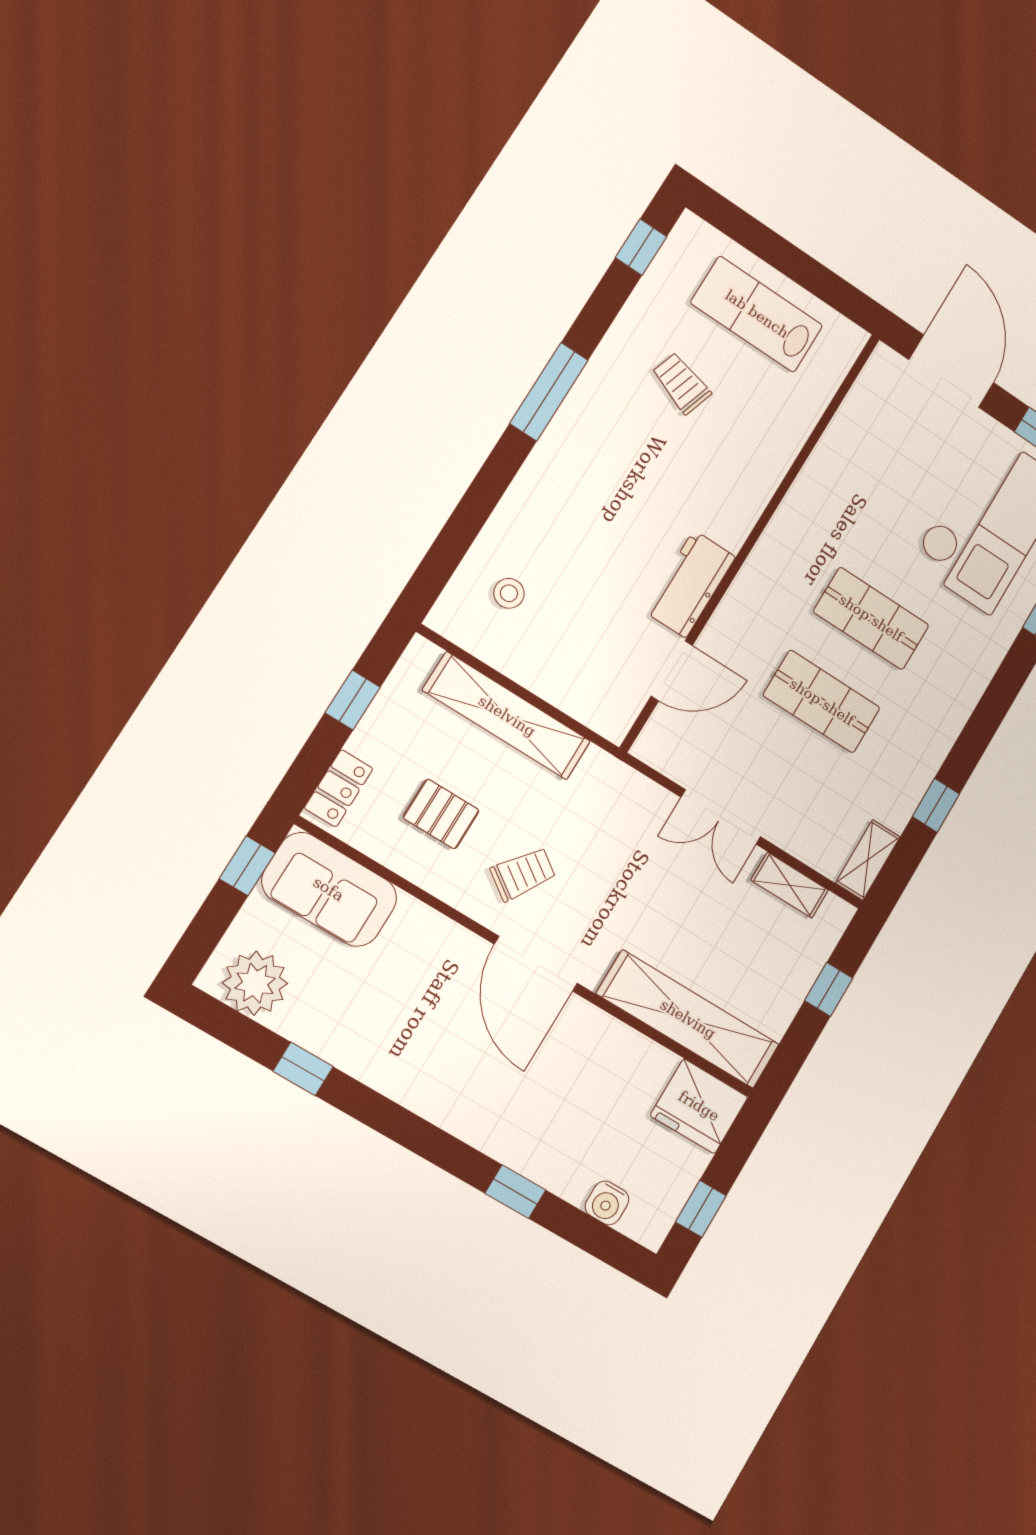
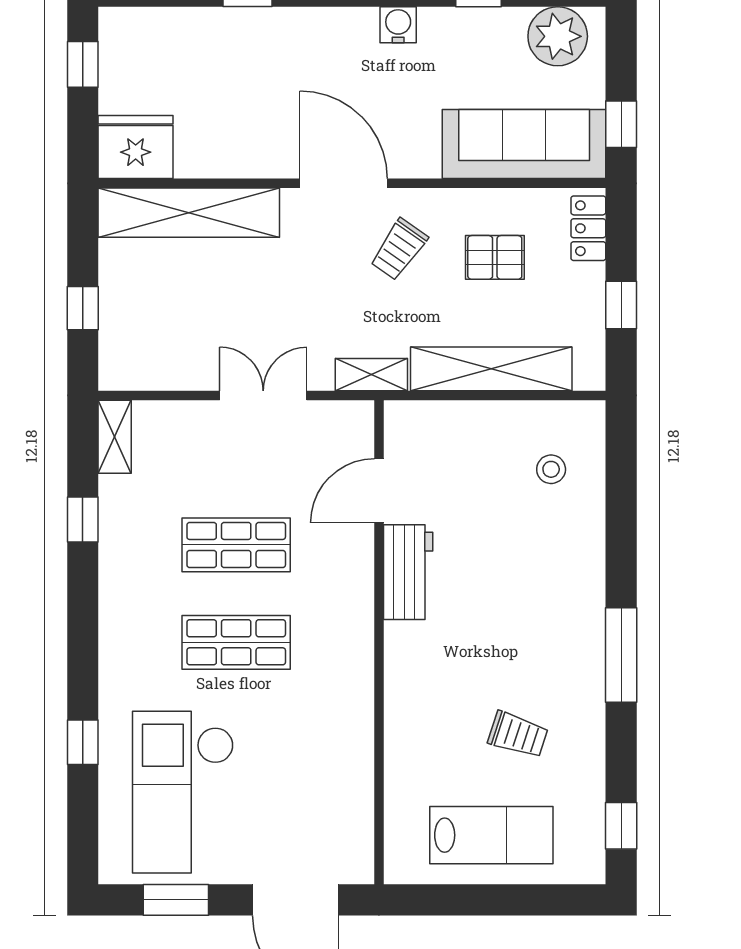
shelving: (790, 885) -> (371, 375), moved
sofa: (329, 889) -> (524, 144), width x1.36
water cooler: (607, 1203) -> (398, 25), moved

